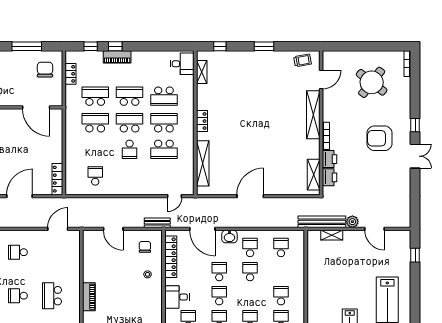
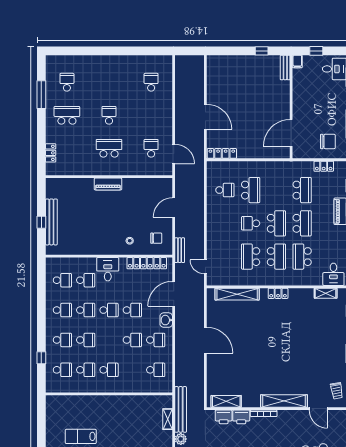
school desk: (95, 123) -> (251, 190), moved
school desk: (18, 252) -> (151, 148), moved

